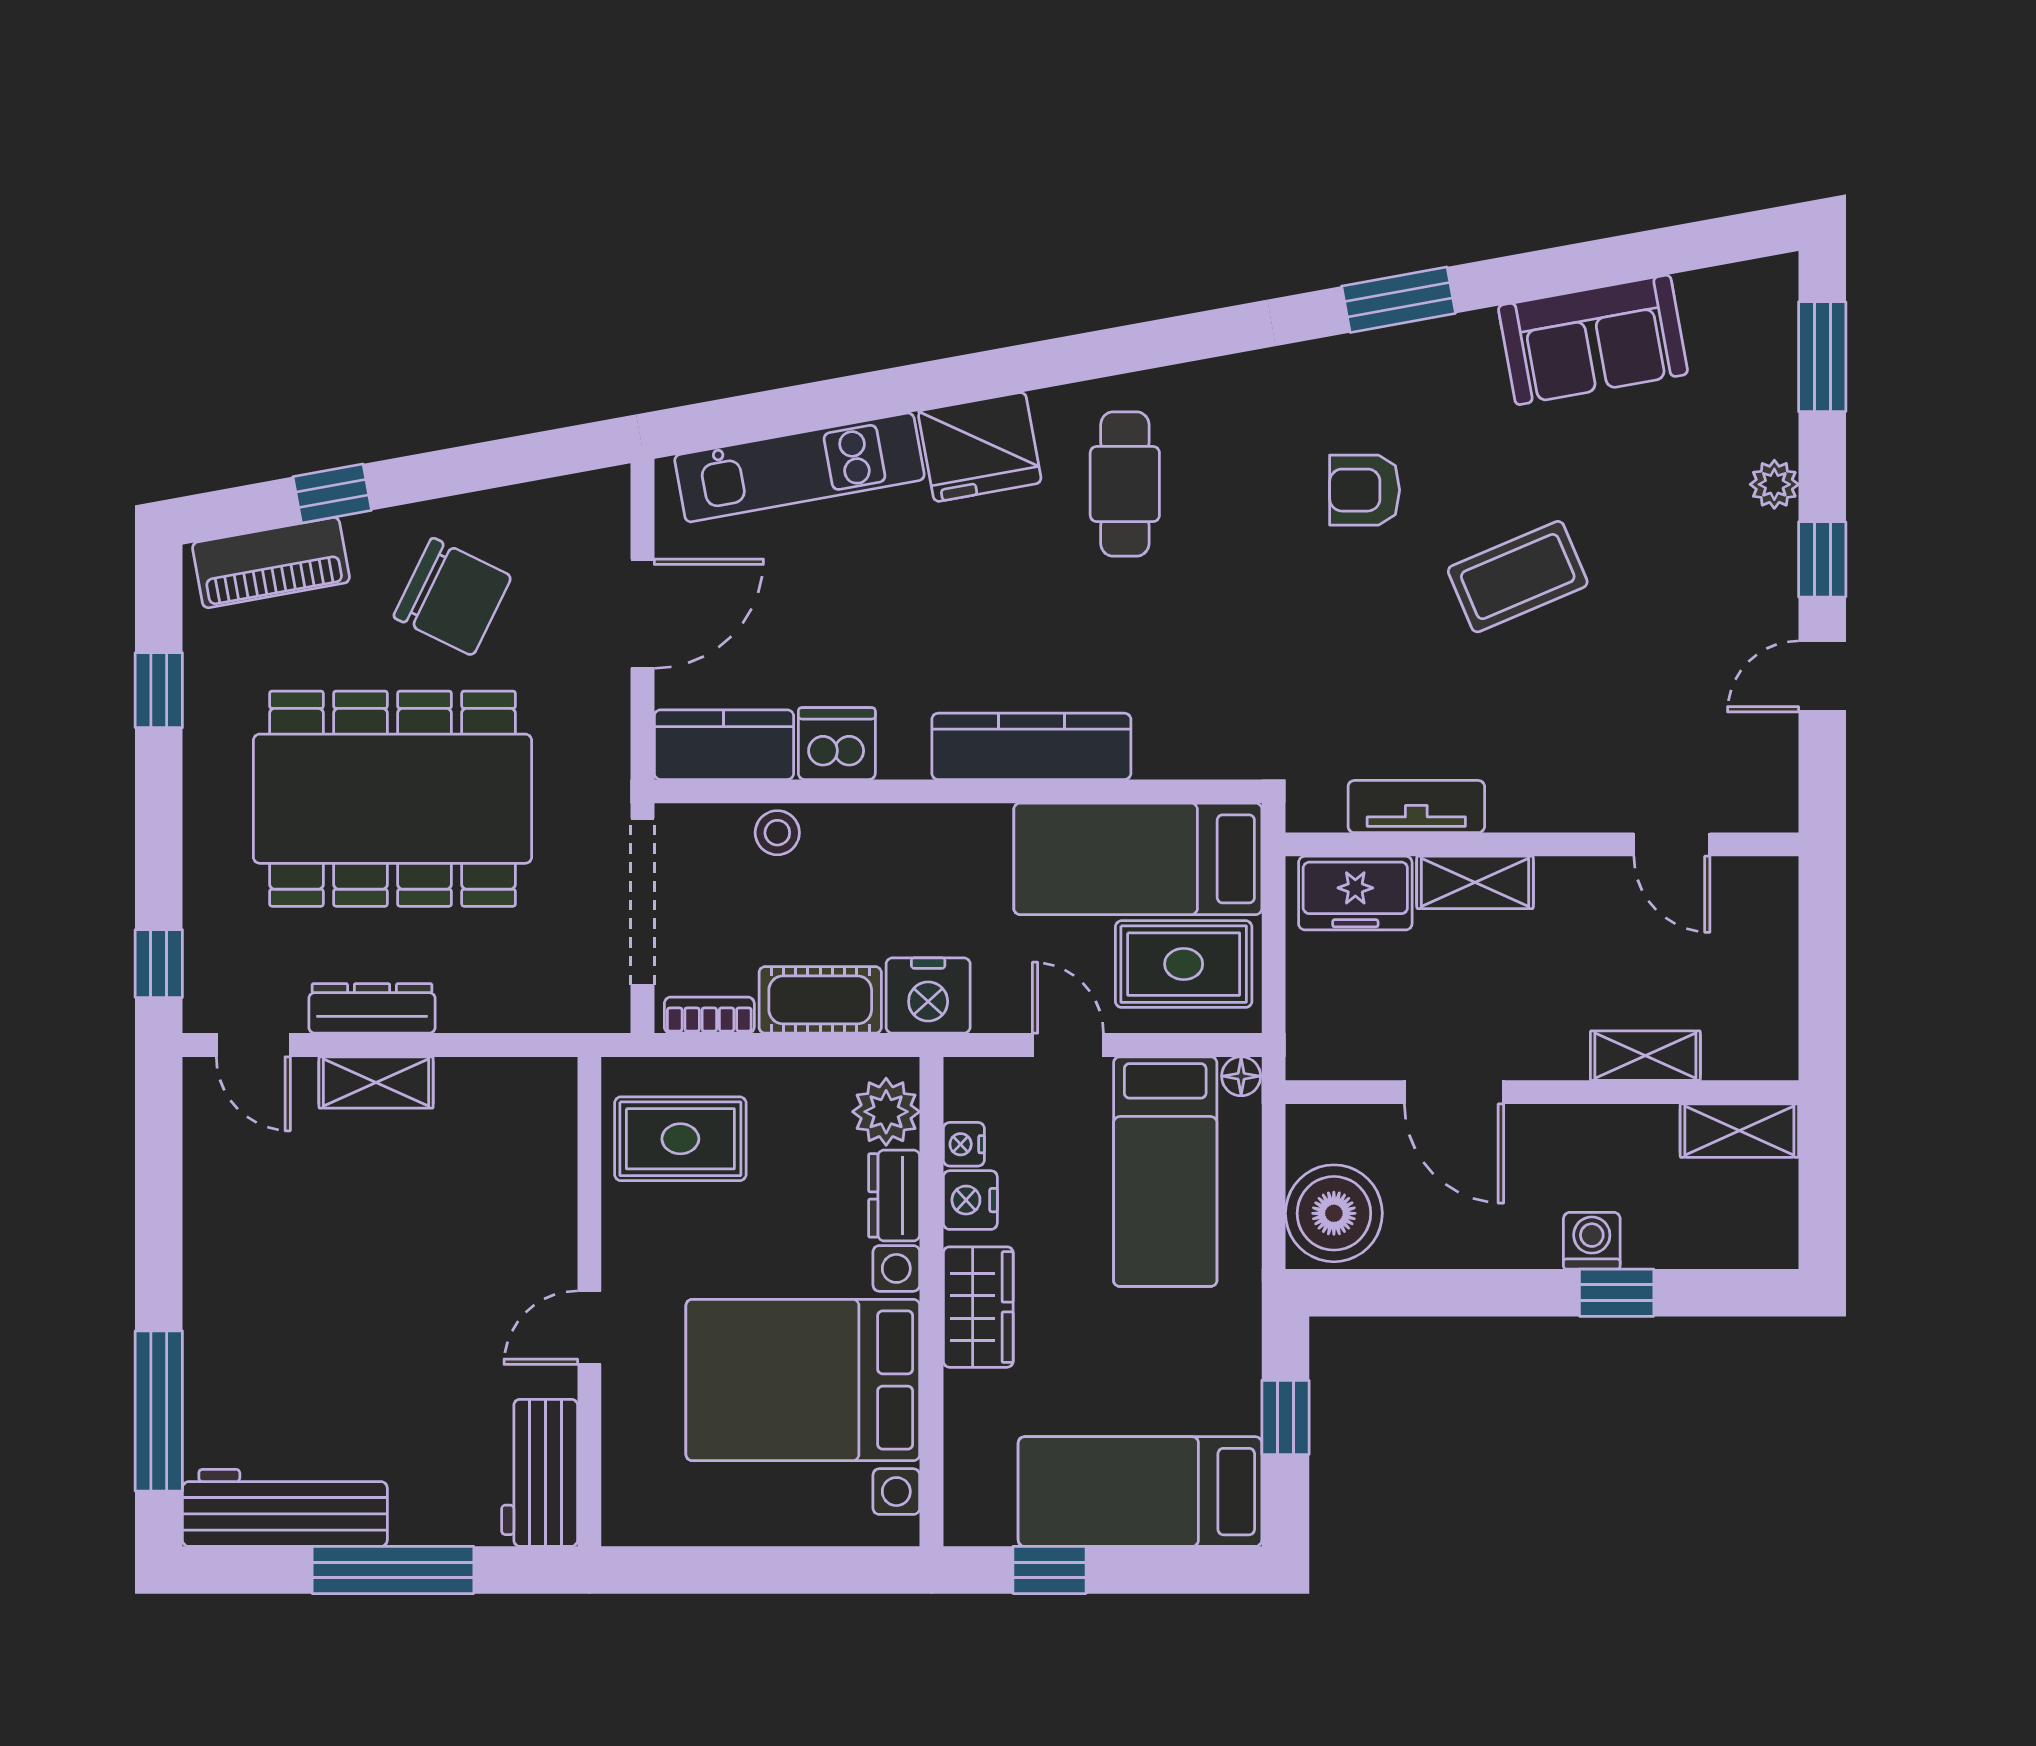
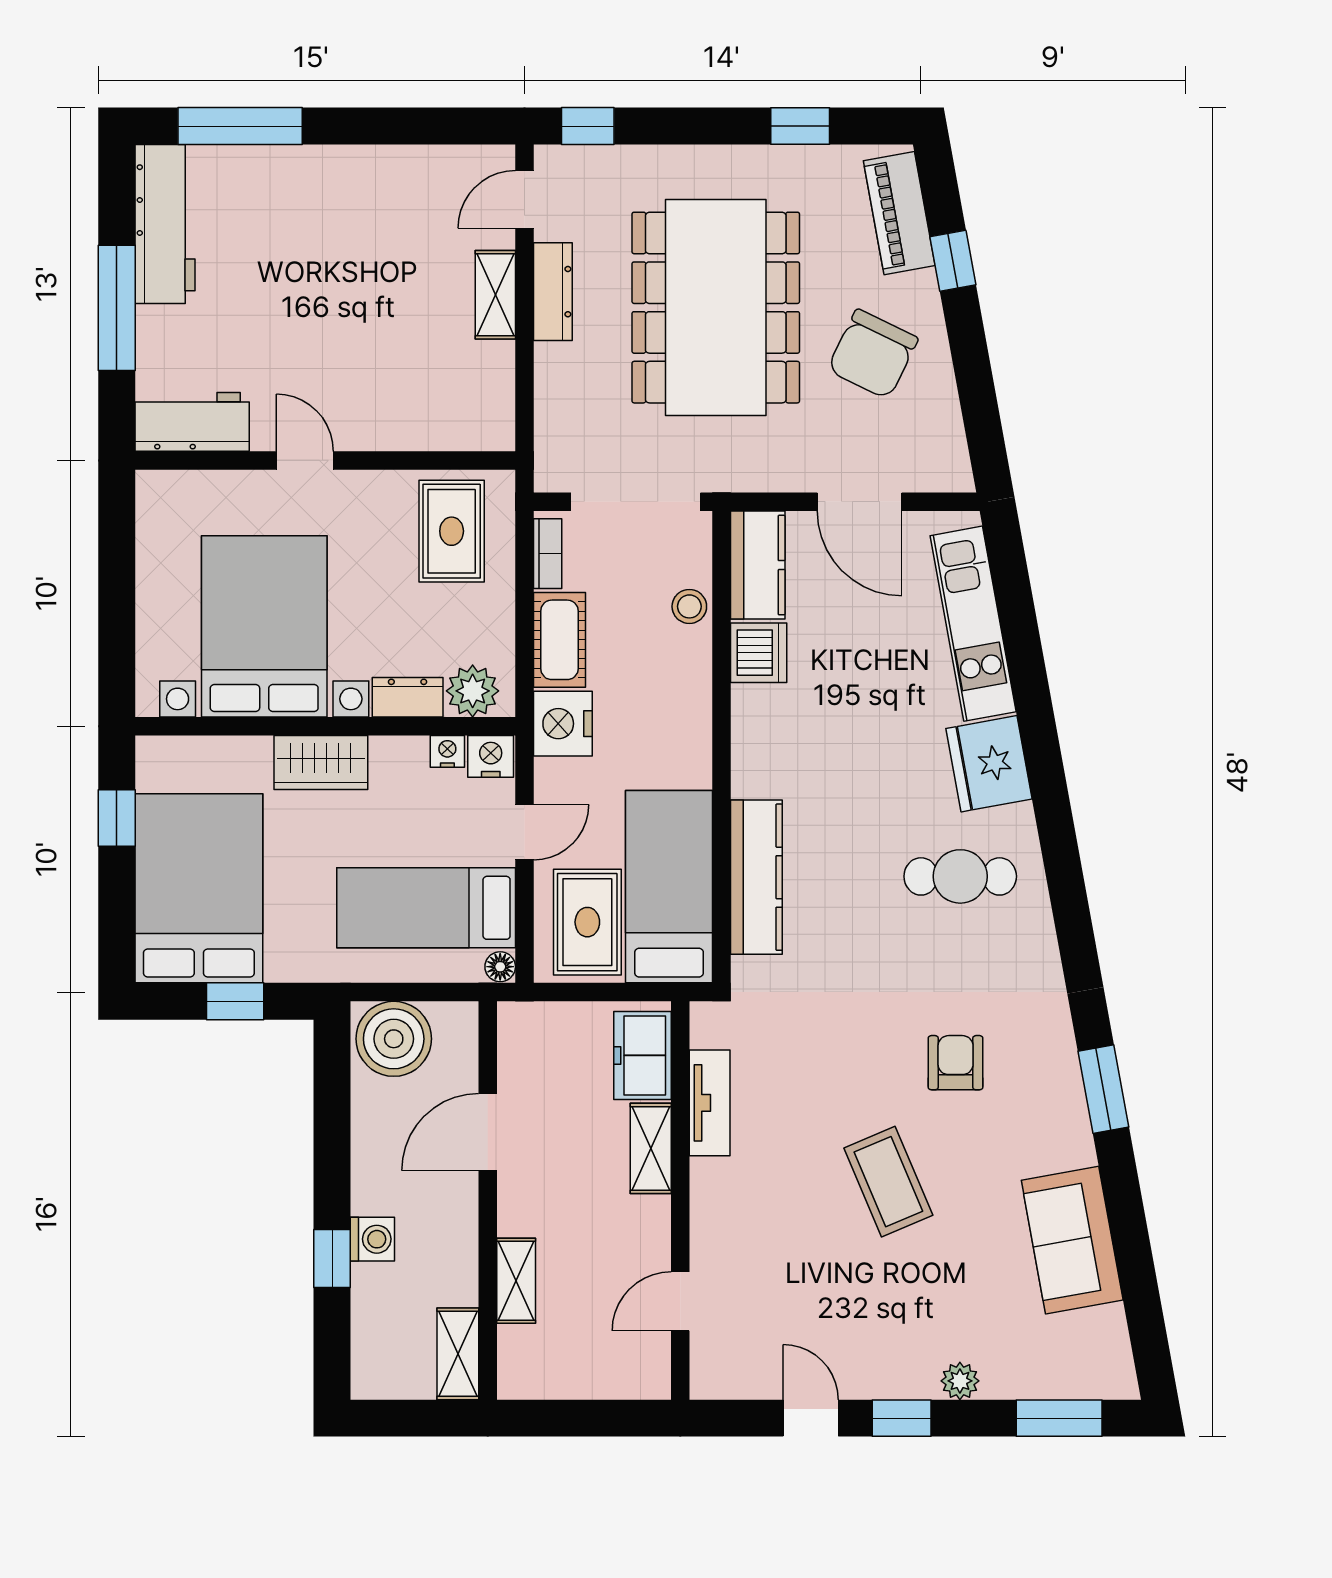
kitchen counter: (1031, 746) -> (756, 877), moved
nightstand: (970, 1200) -> (491, 756), moved
bed: (1140, 1492) -> (199, 888), width x1.50

